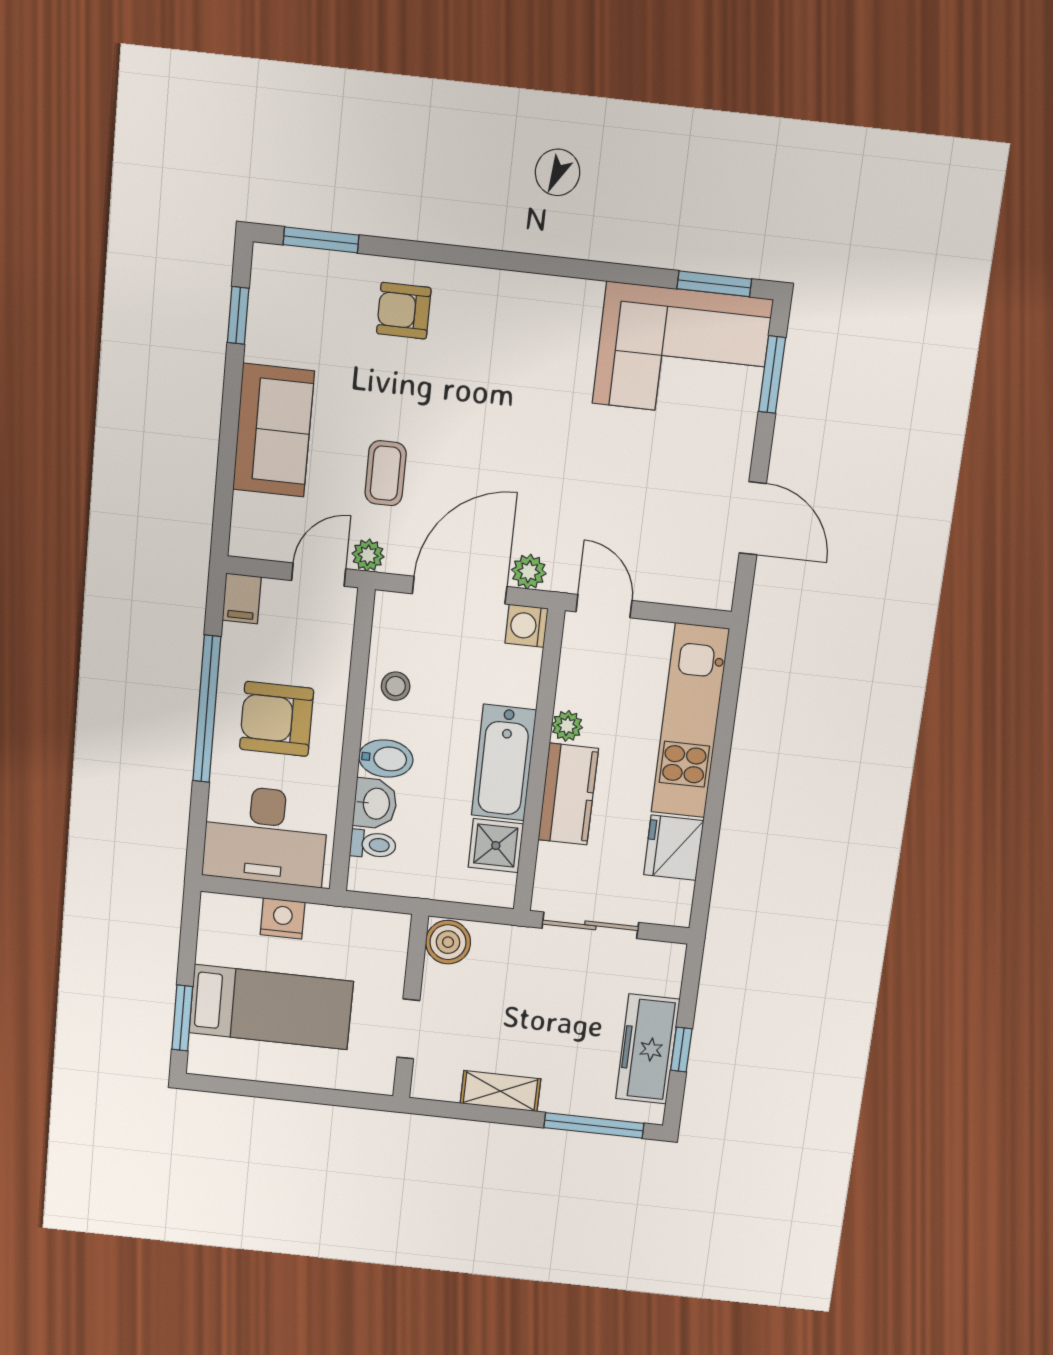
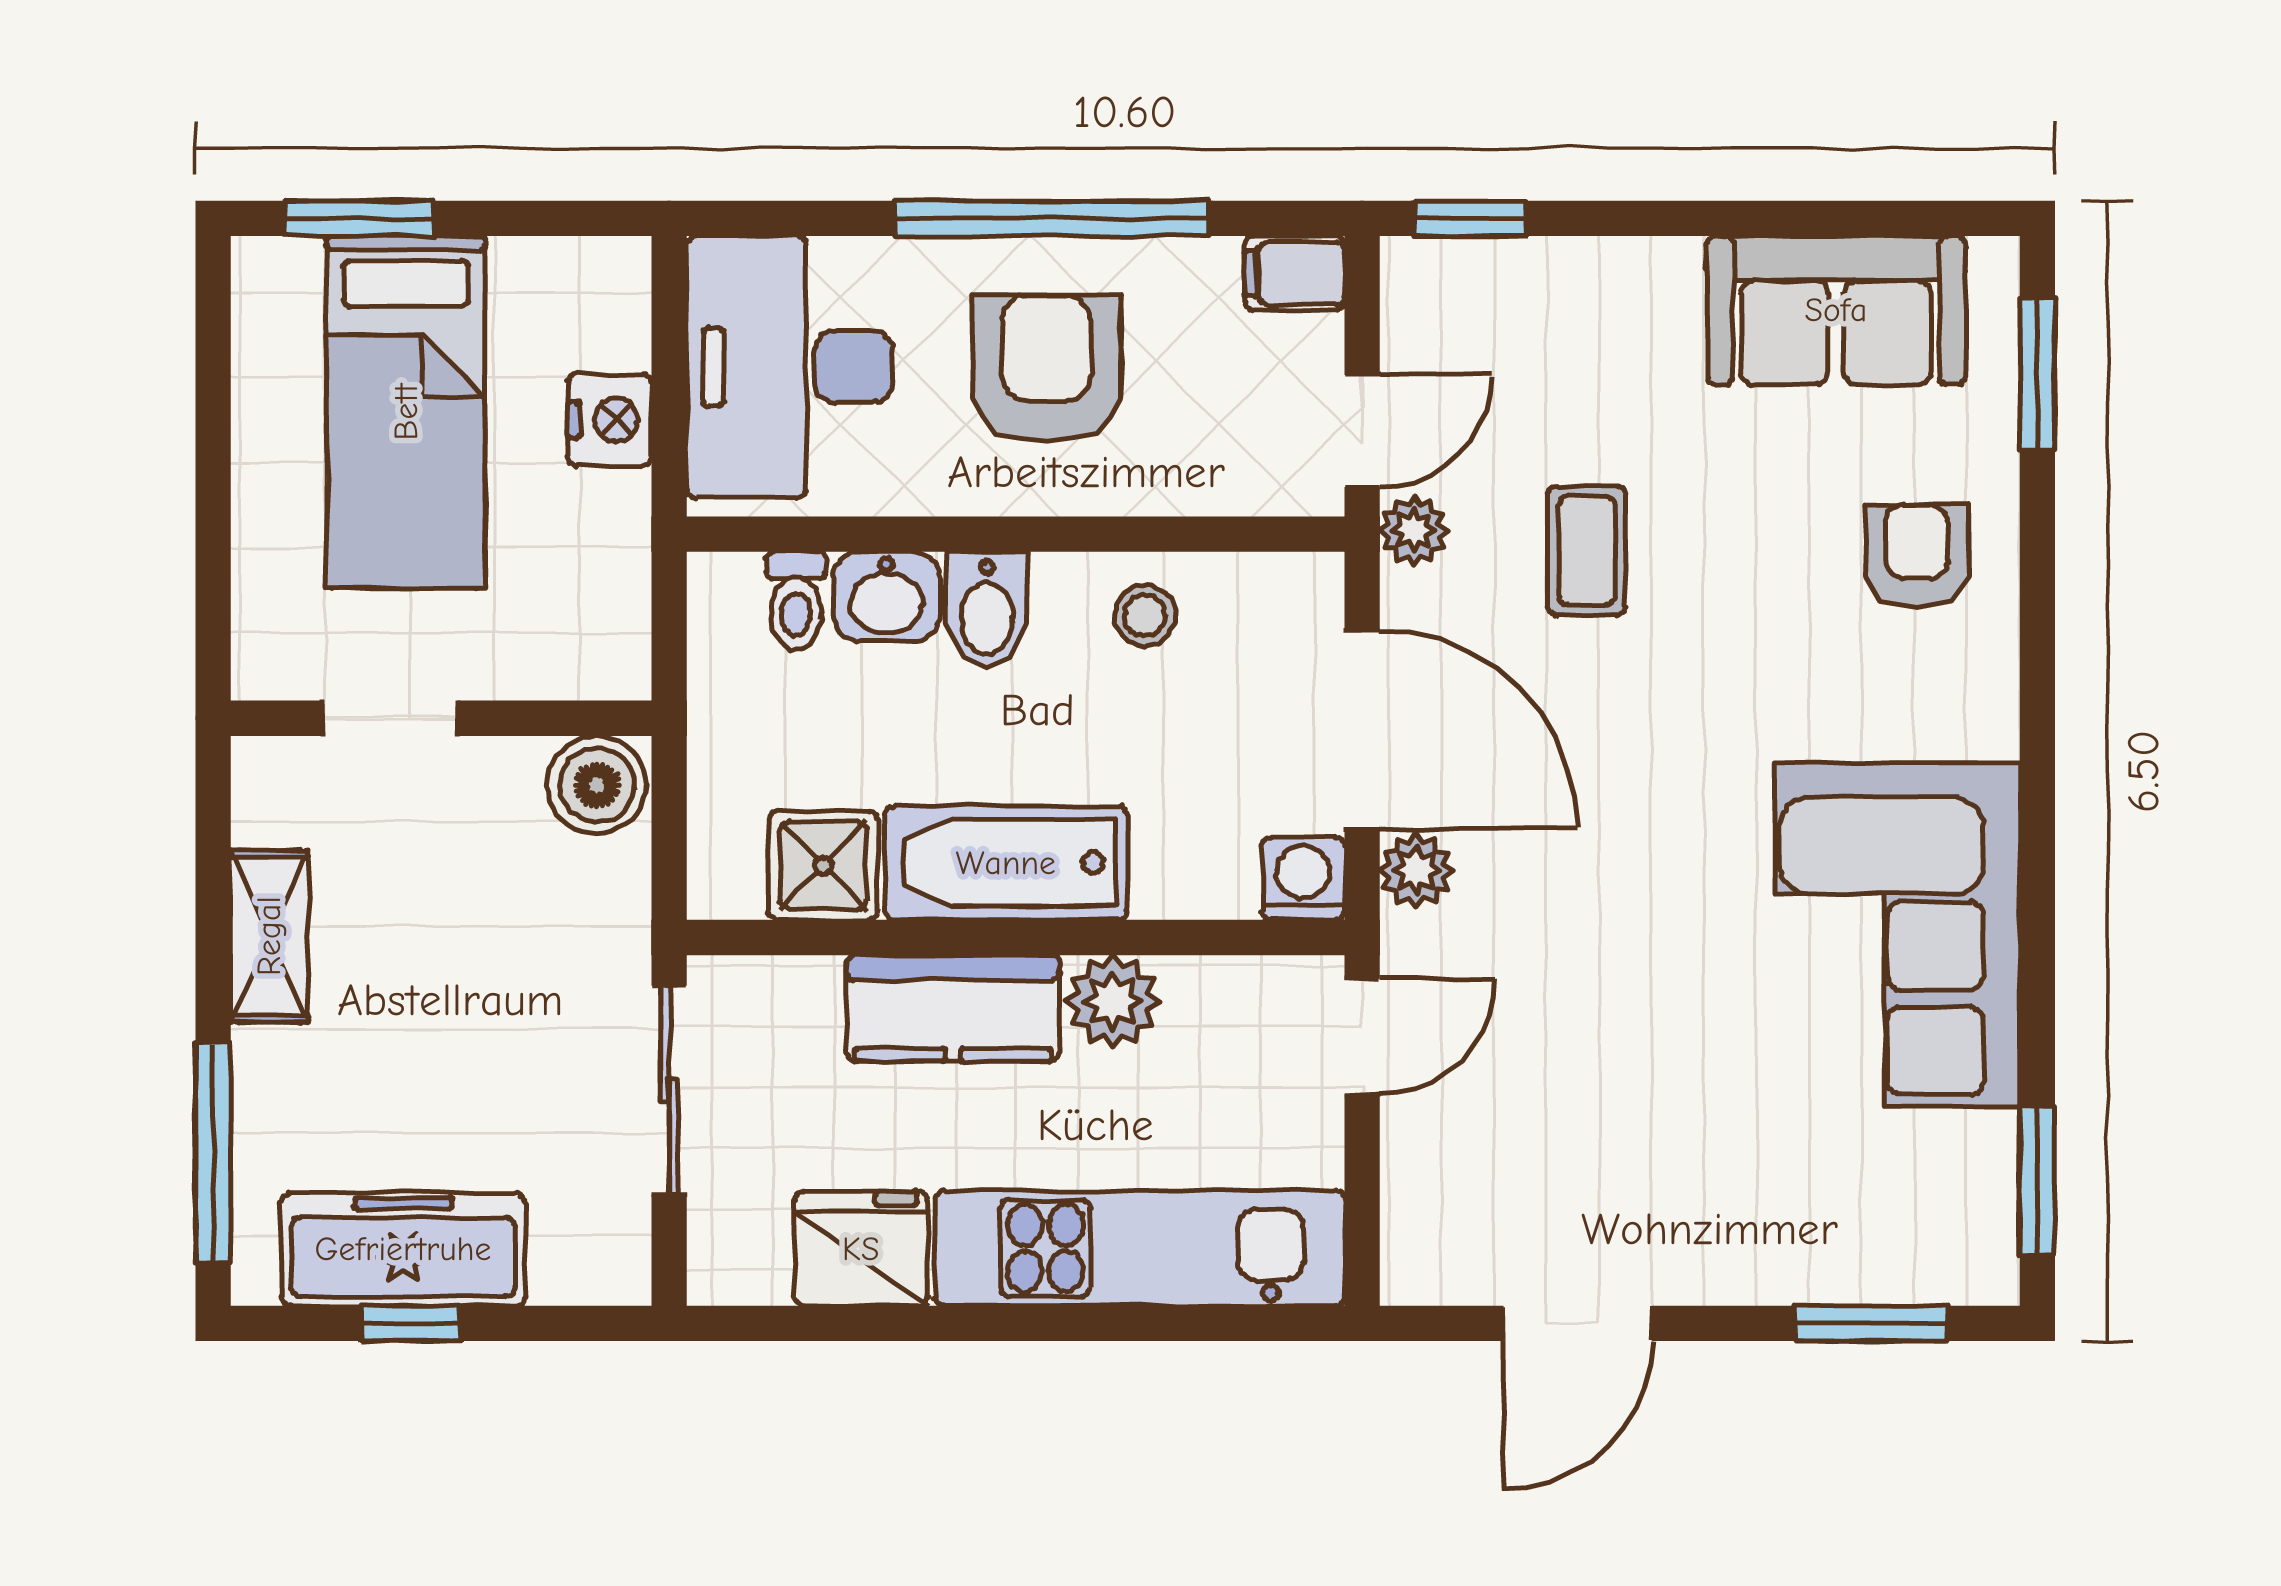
window: (238, 315) -> (1470, 218), moved
corner sofa: (682, 352) -> (1897, 935), moved
sofa: (273, 430) -> (1836, 310), moved
coffee table: (386, 473) -> (1587, 551), turned 90
door: (319, 575) -> (1362, 431), hinge flipped
plant: (567, 726) -> (1113, 1001), width x1.38, depth x1.38

